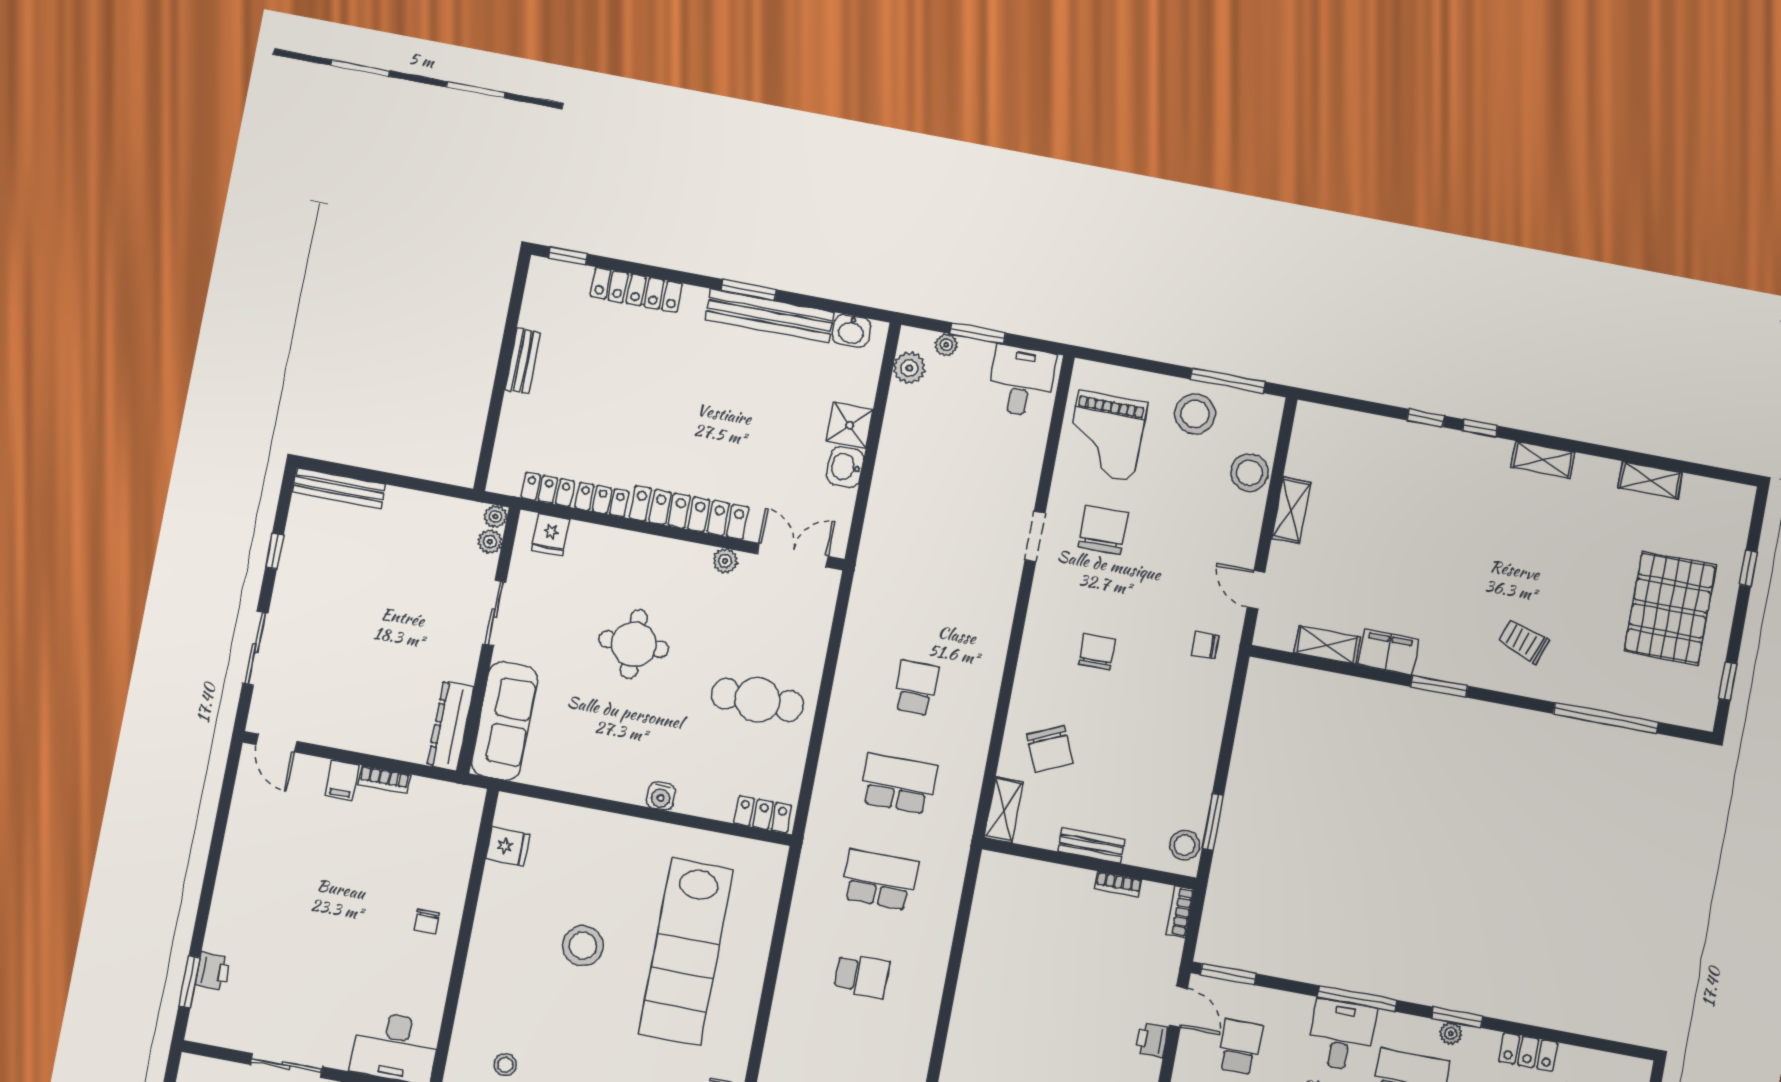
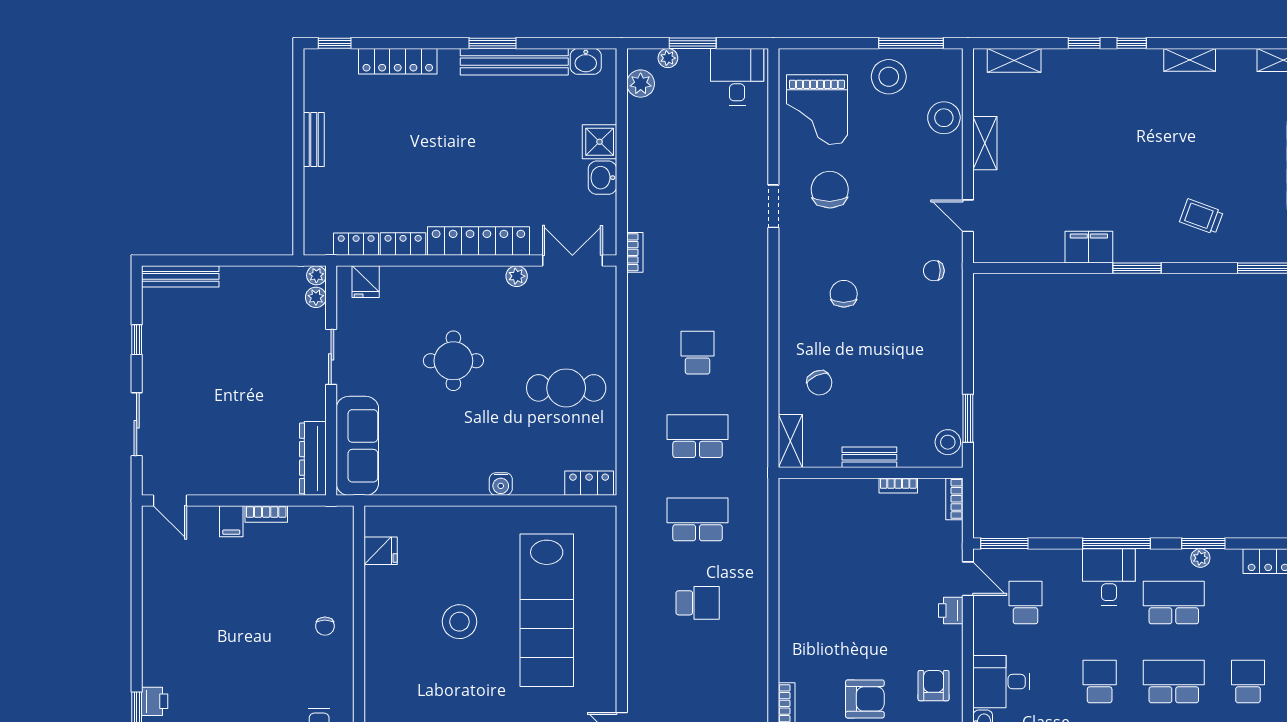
bookcase: (866, 559) -> (635, 252), added
shelving: (1327, 645) -> (1014, 60), moved
chair: (1050, 749) -> (819, 383), width x0.73, depth x0.73

